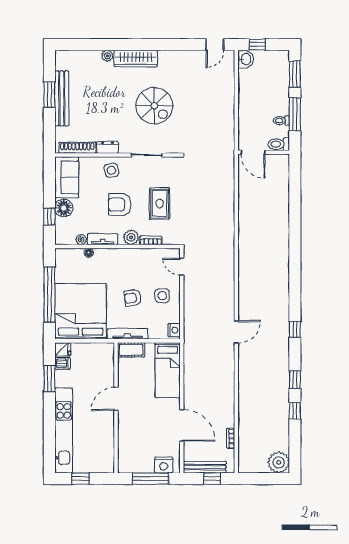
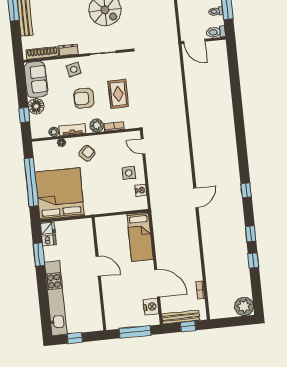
armchair: (133, 298) -> (87, 153), moved, turned 146
nightstand: (174, 330) -> (141, 190), moved
tv unit: (128, 334) -> (102, 209), removed
cot: (131, 350) -> (107, 223), removed
door: (116, 399) -> (98, 266), swing flipped
nightstand: (164, 465) -> (151, 307), moved, turned -90

